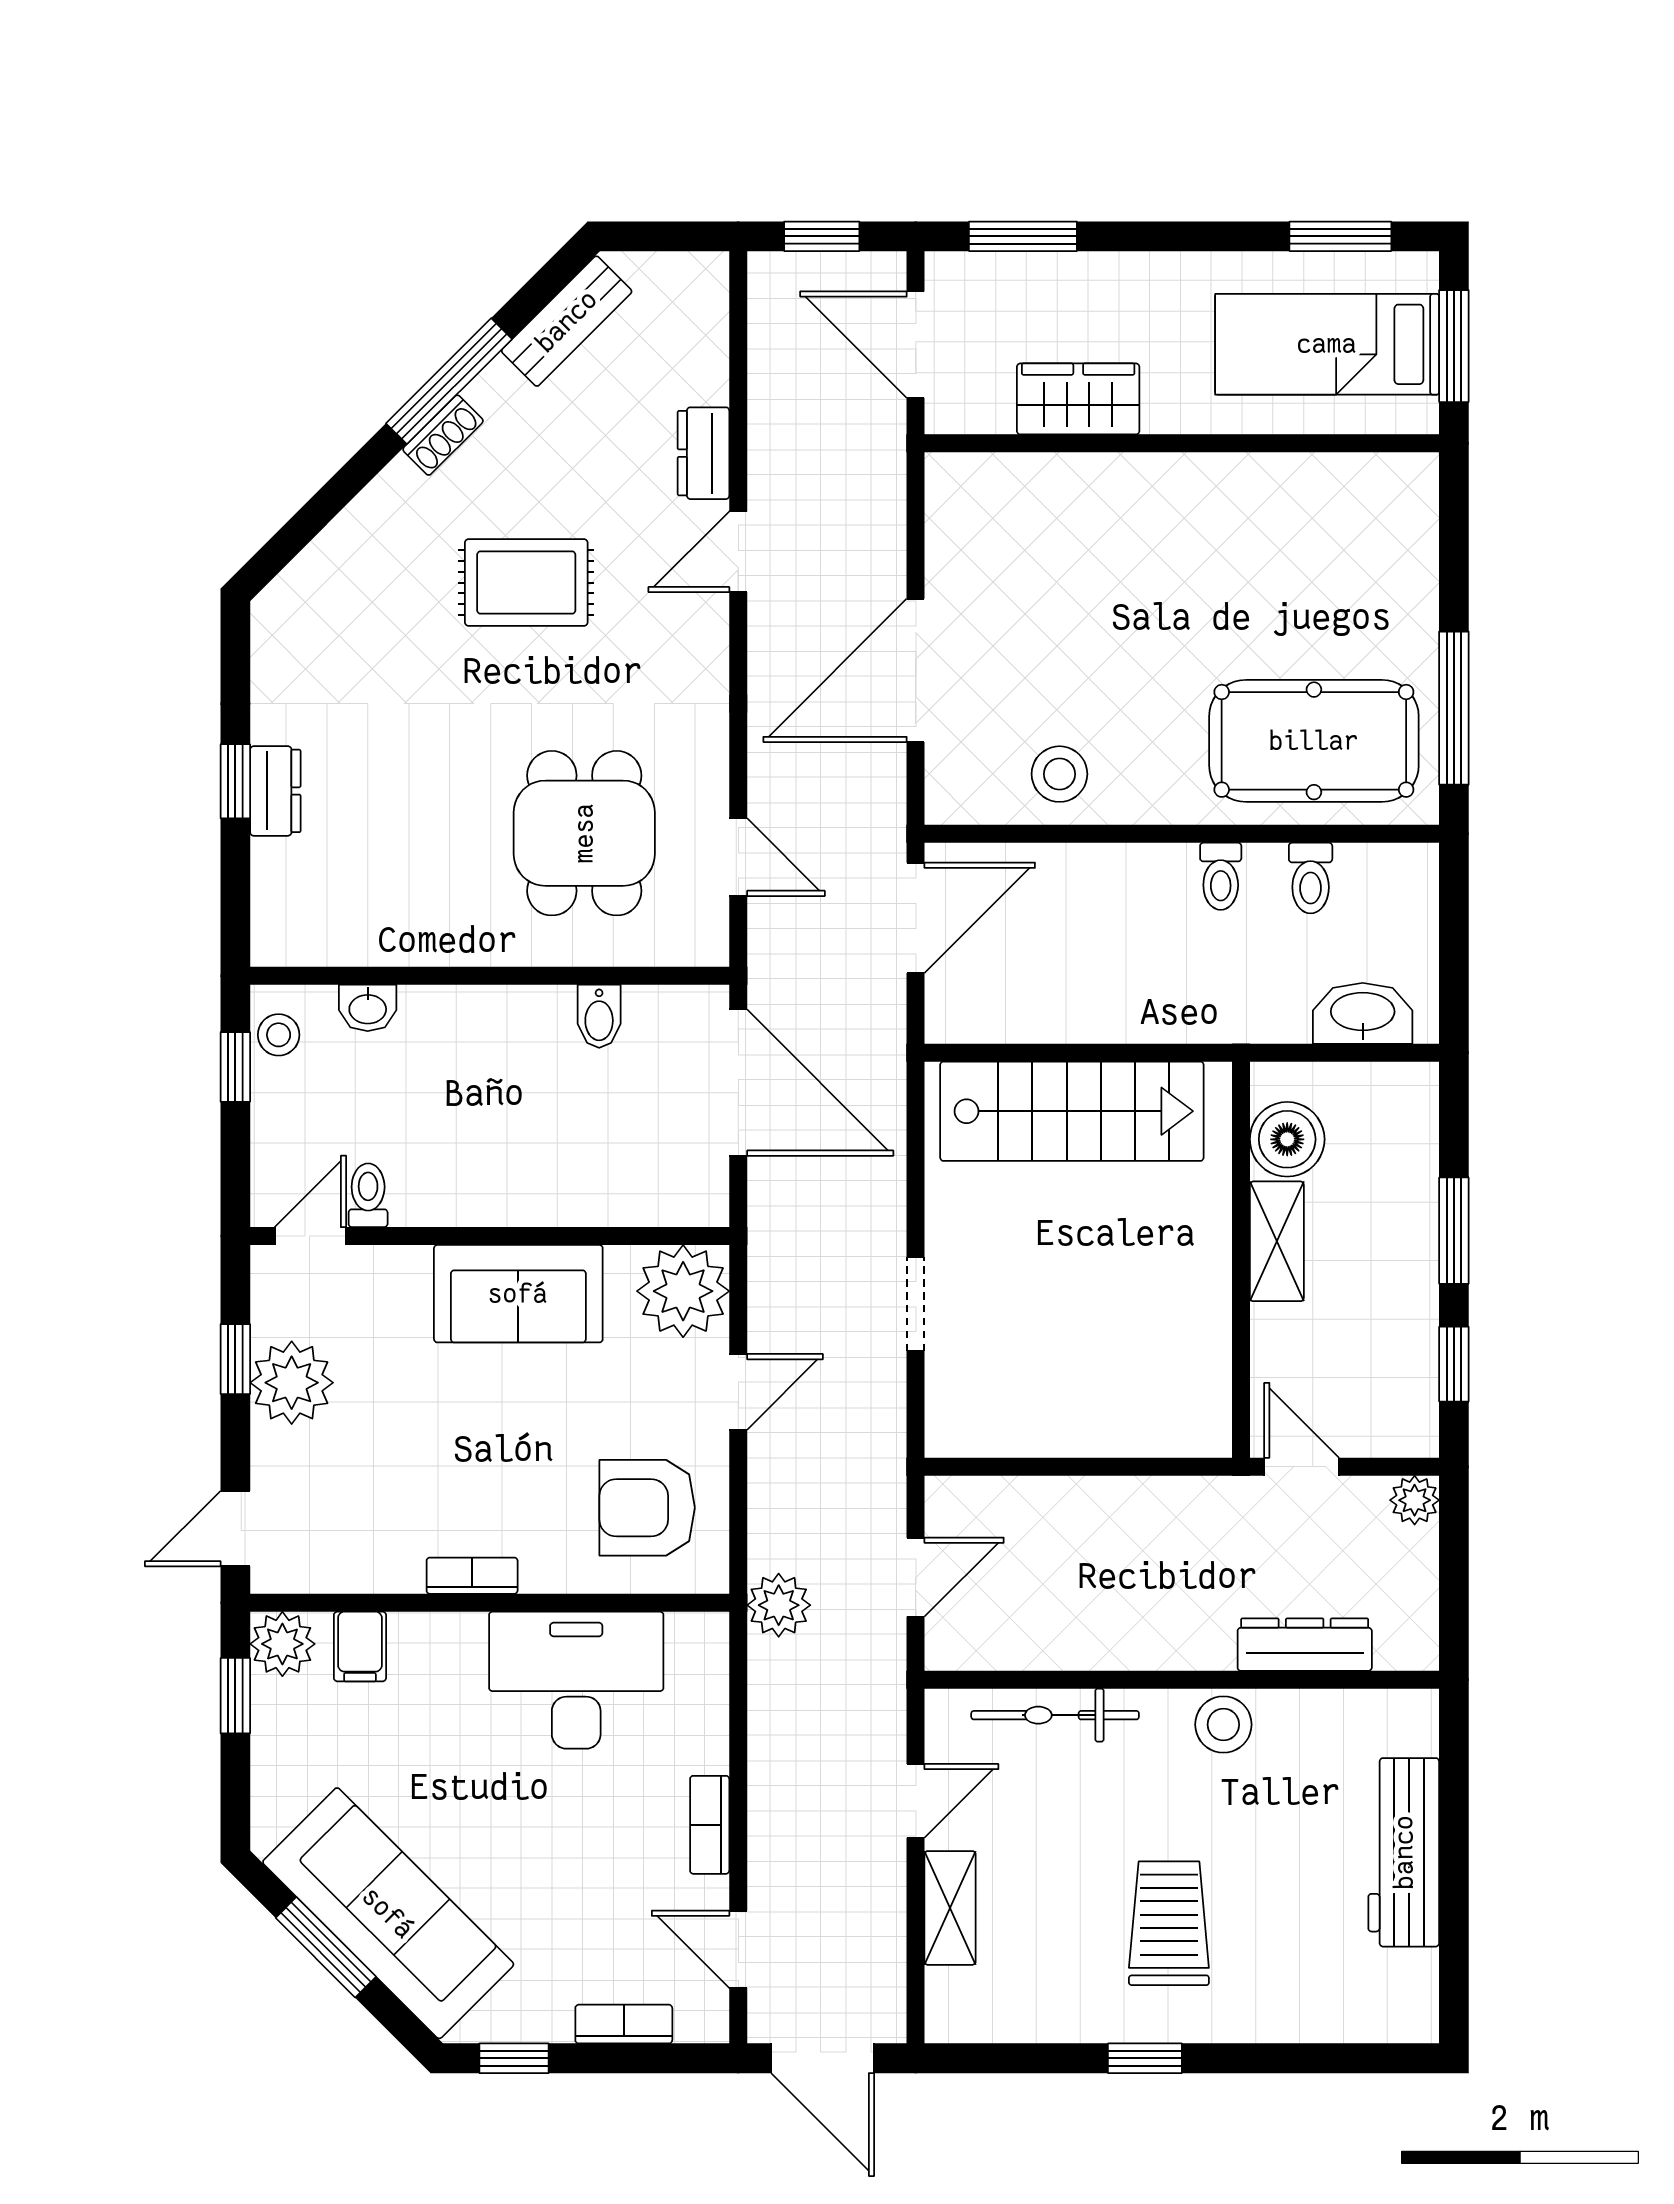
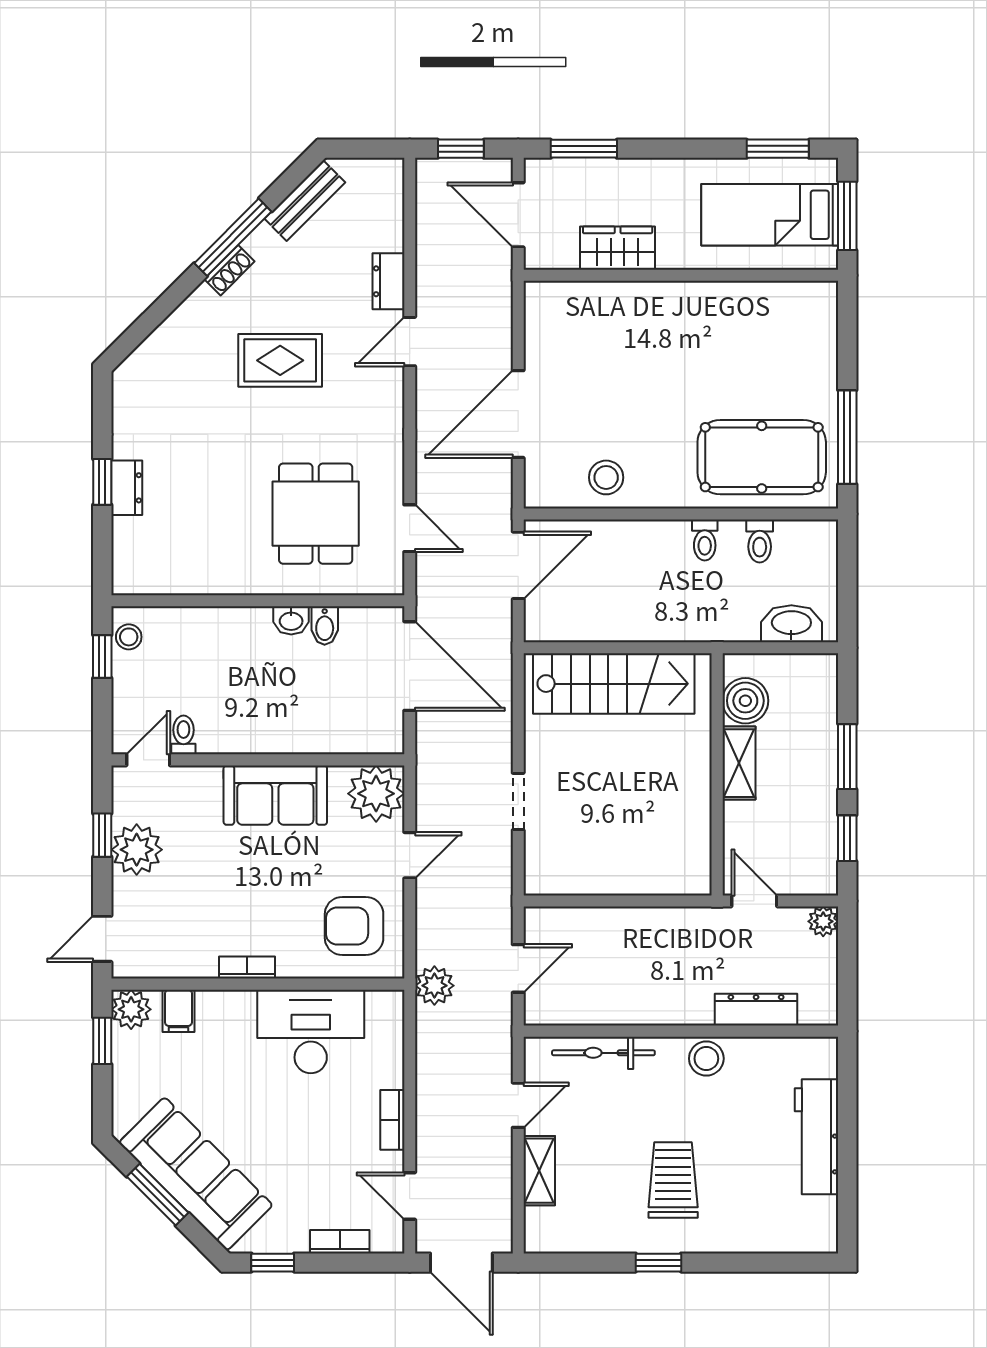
washbasin: (368, 1008) -> (291, 620), moved

